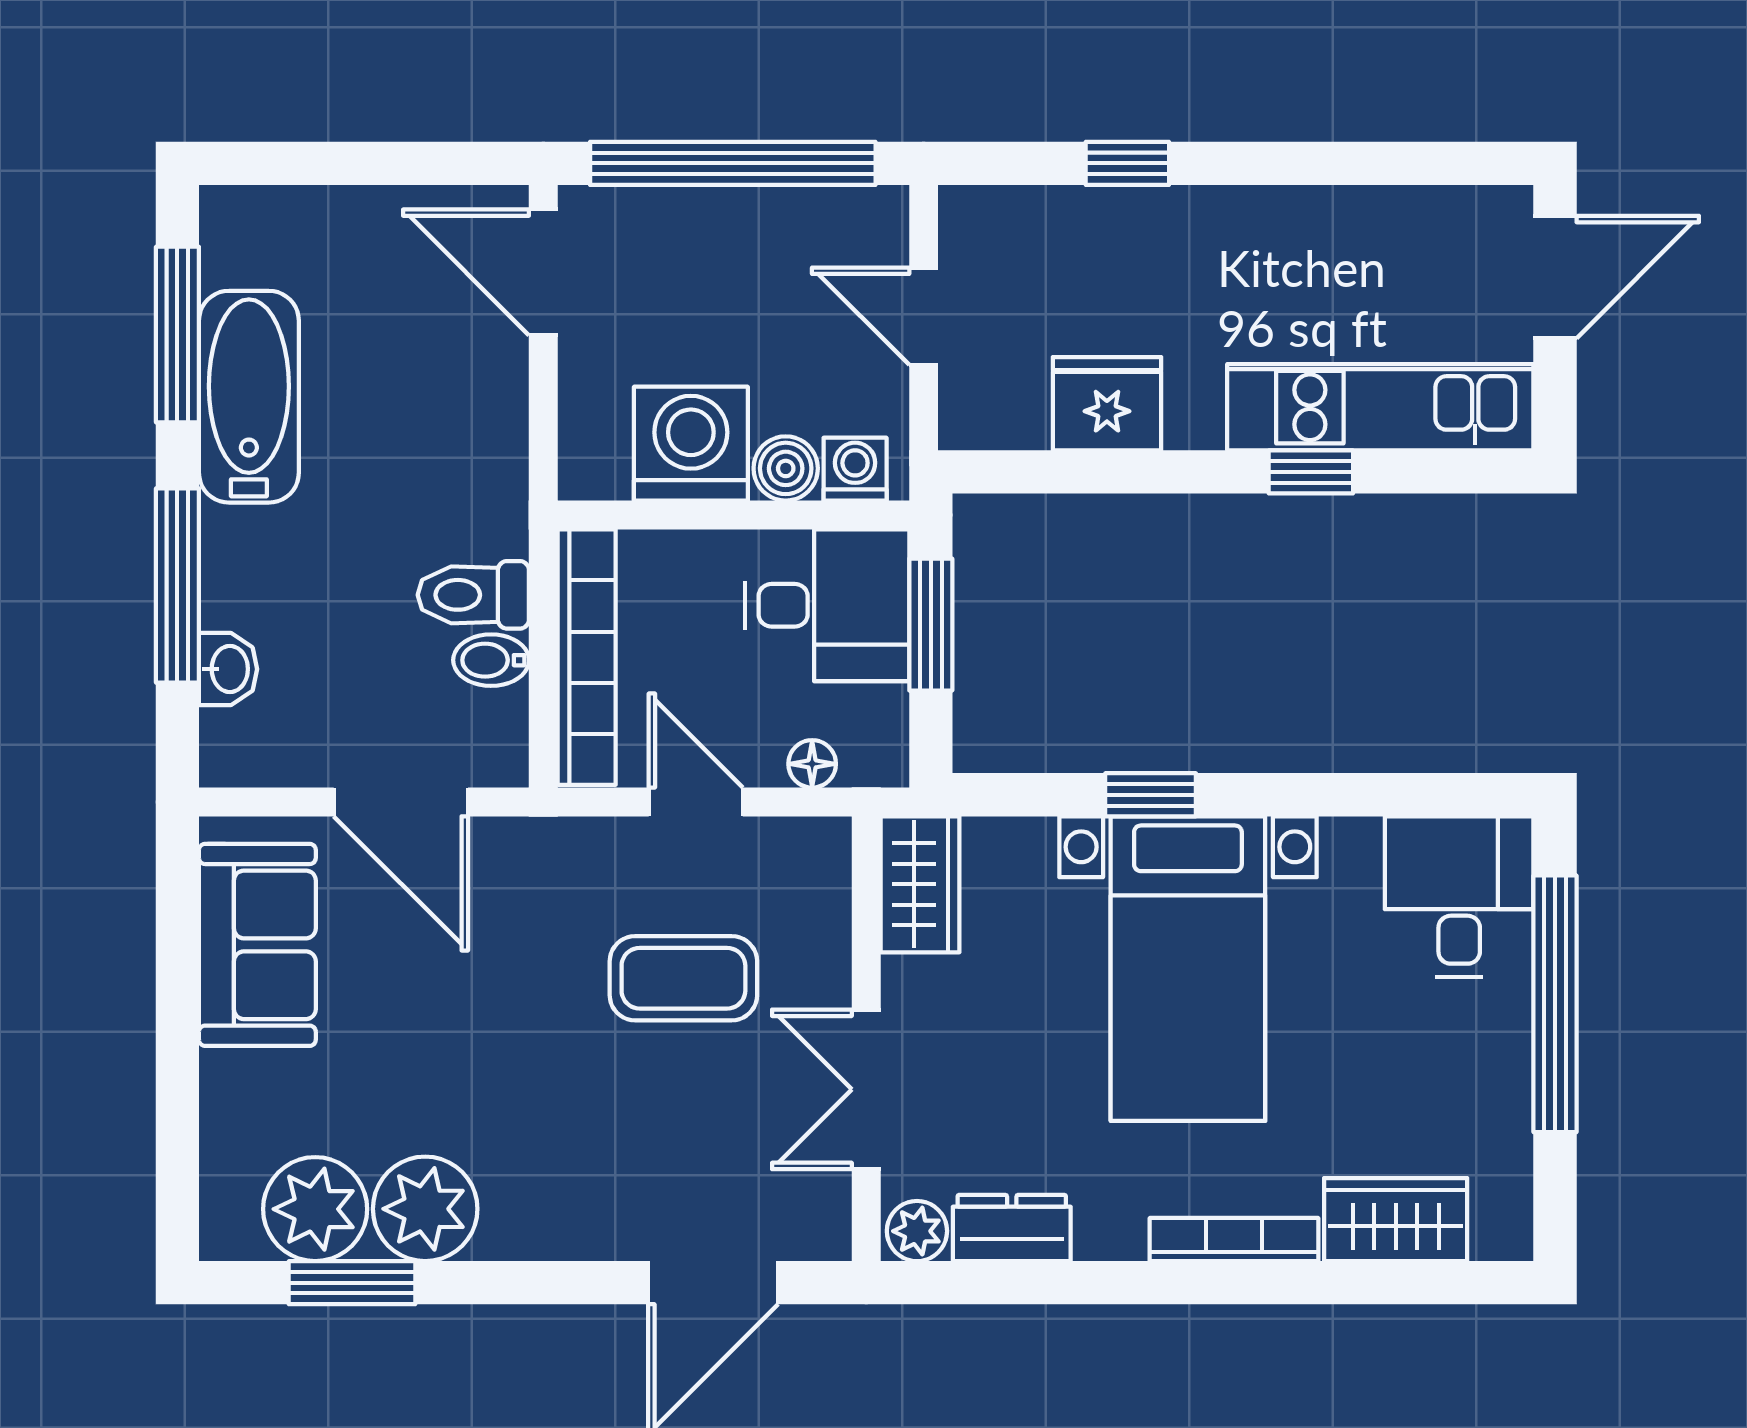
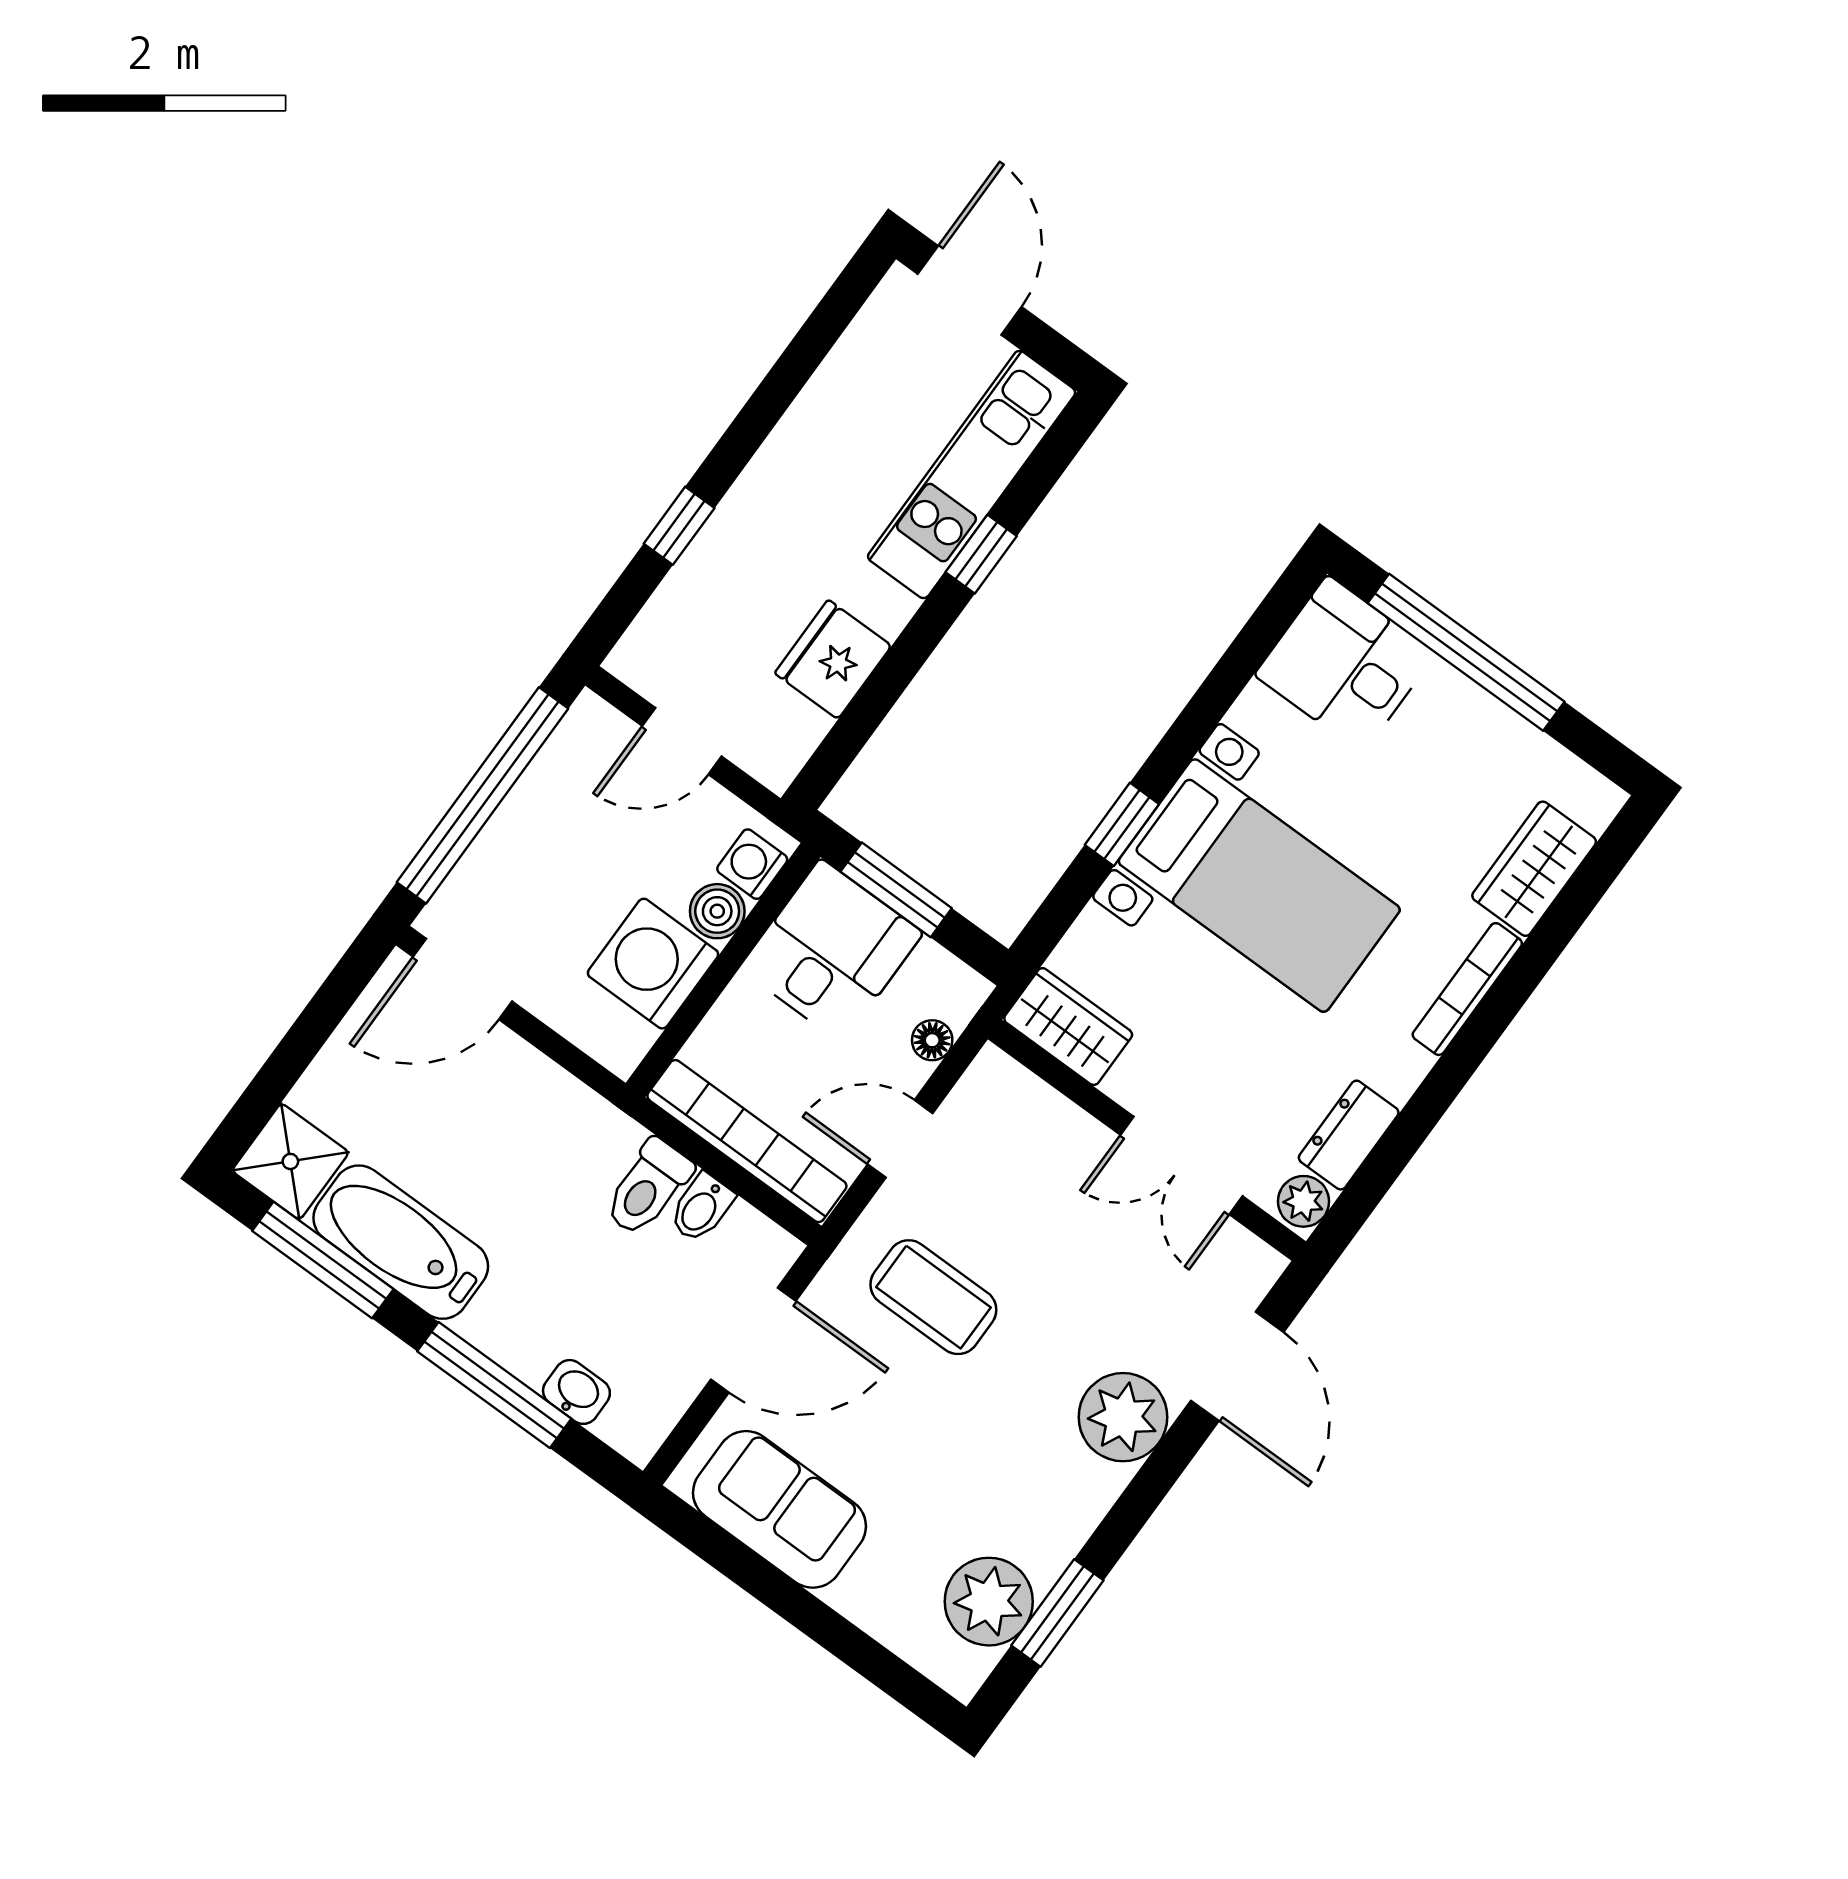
shower: (249, 235) -> (290, 1161), added
coffee table: (683, 978) -> (933, 1297), moved, turned 90
plant: (425, 1209) -> (1123, 1417), moved

